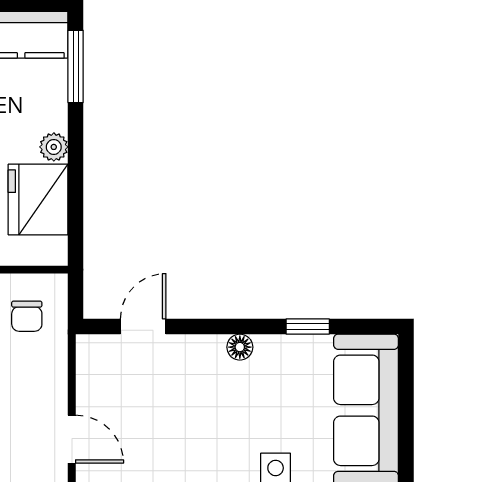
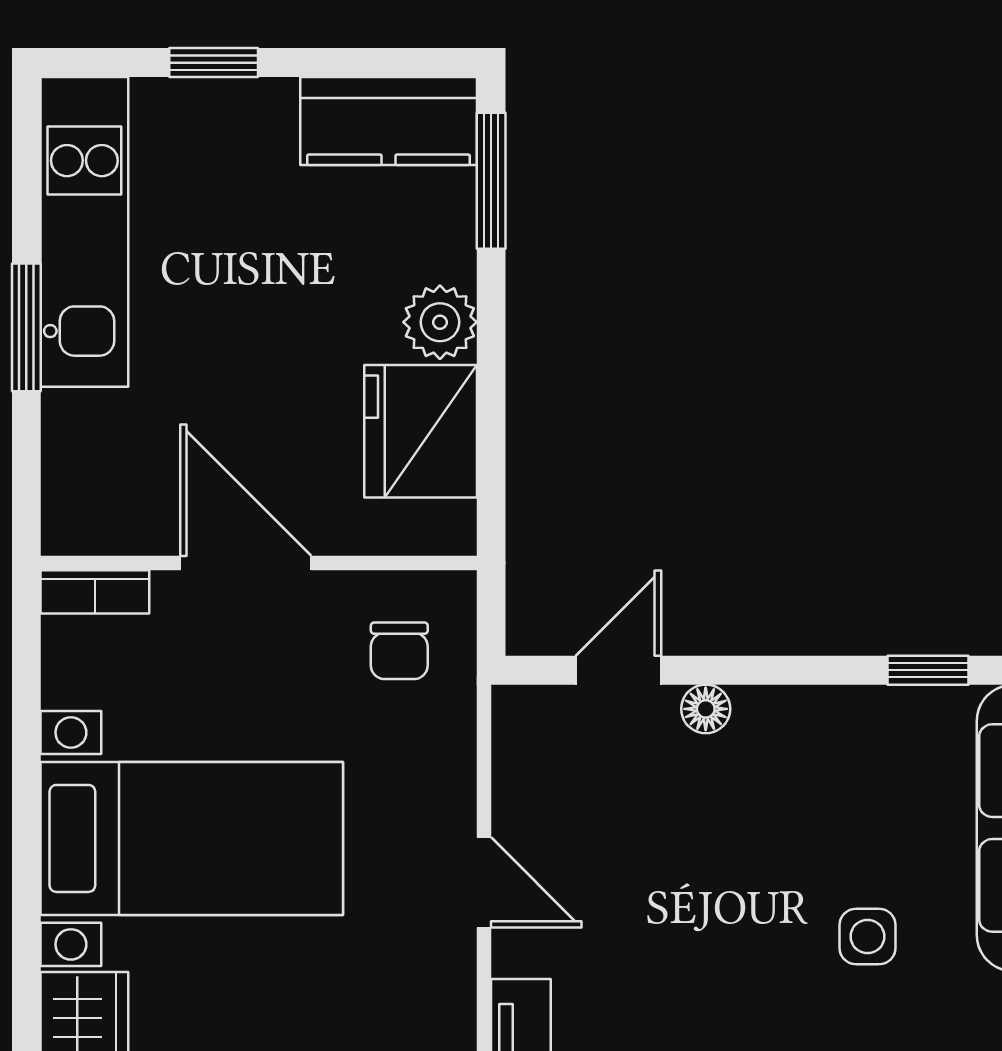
plant: (54, 147) -> (440, 322), width x1.38, depth x1.38
floor lamp: (240, 347) -> (706, 709), moved

